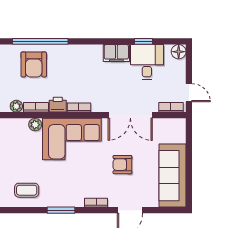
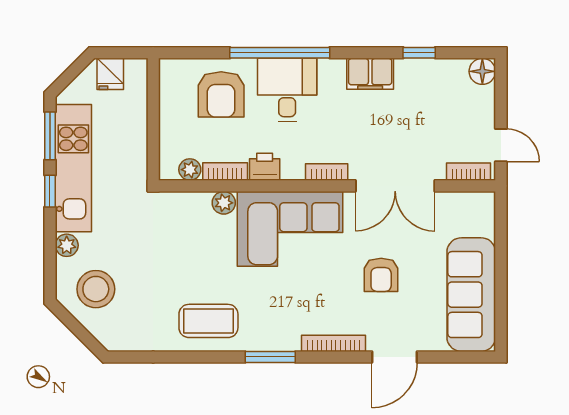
window: (40, 41) -> (280, 53), moved
desk: (147, 62) -> (287, 90), moved
bookcase: (79, 108) -> (327, 172), moved
armchair: (122, 165) -> (381, 275), turned -90
coffee table: (27, 190) -> (208, 321), width x1.36, depth x1.30
bookcase: (96, 203) -> (334, 343), width x1.56

